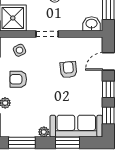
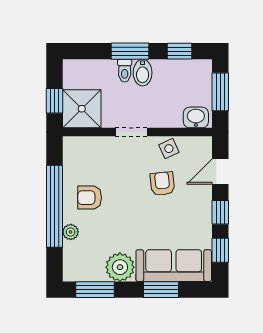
side table: (19, 50) -> (169, 149), moved
plant: (44, 132) -> (120, 267), width x1.88, depth x1.88

